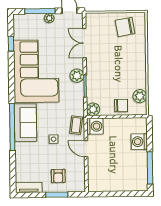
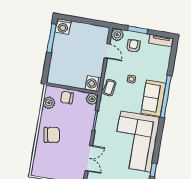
chair: (125, 27) -> (52, 135), moved
plant: (77, 76) -> (117, 35), moved
washing machine: (139, 142) -> (63, 26), moved, turned 90
door: (86, 149) -> (107, 51), moved

